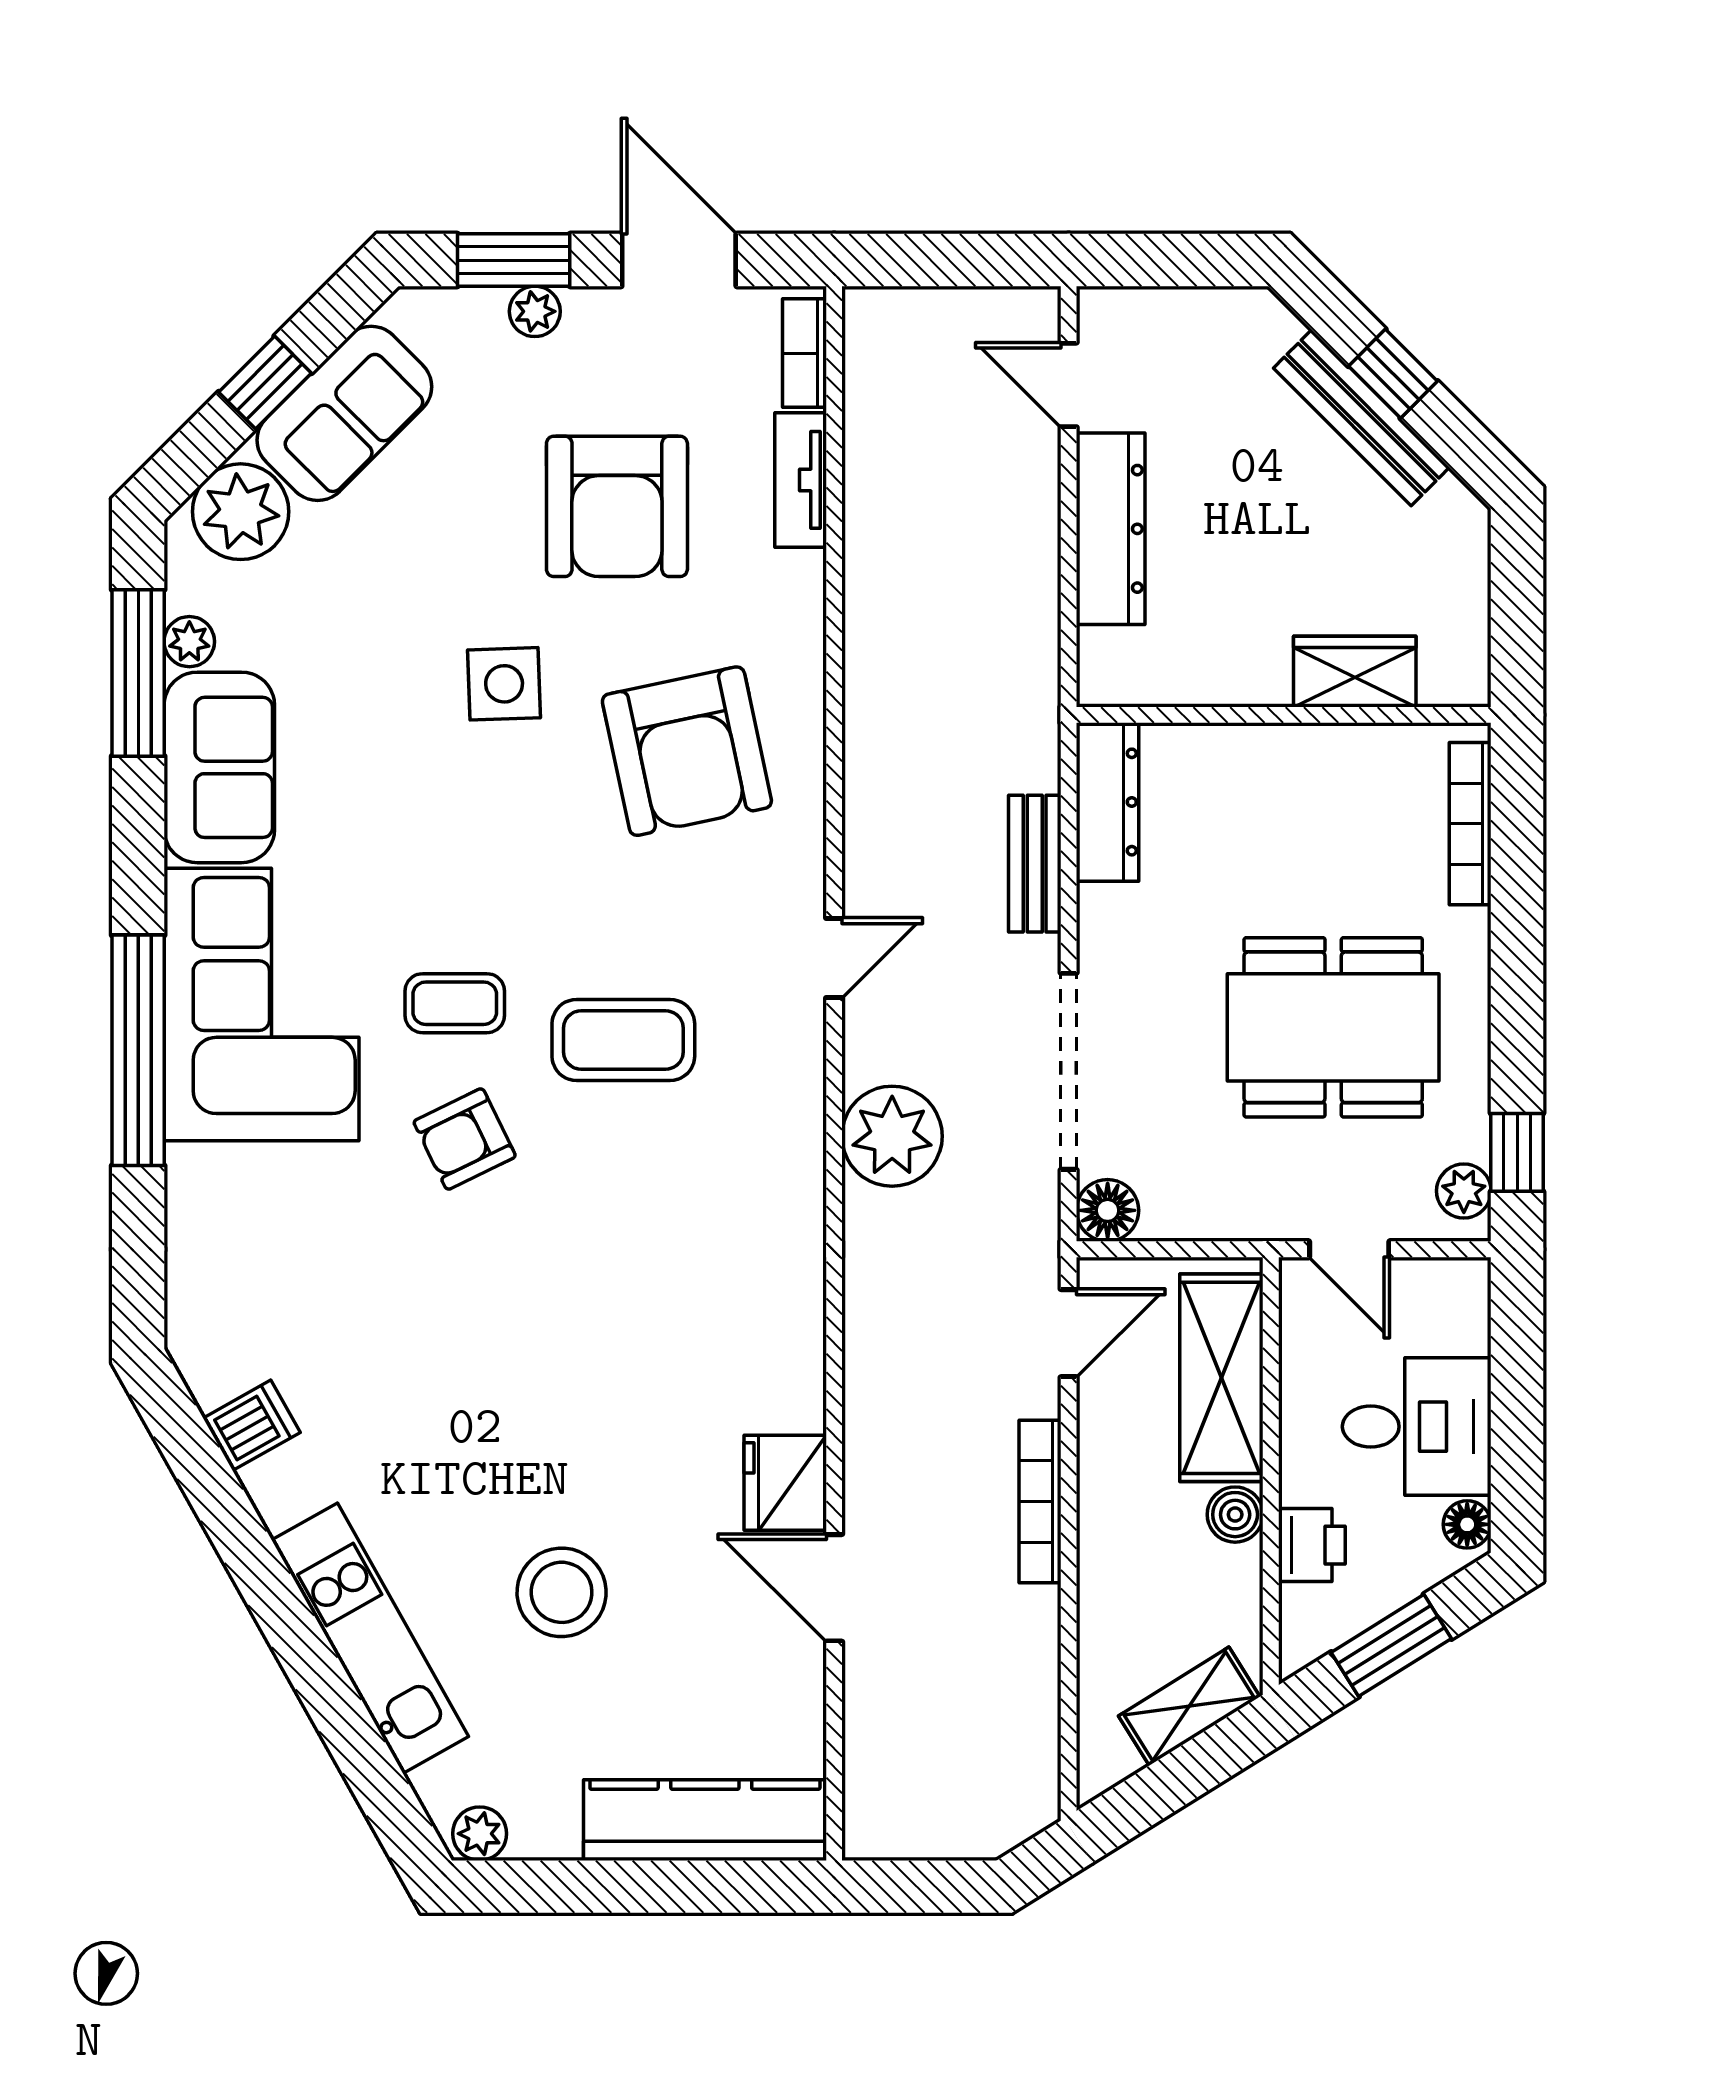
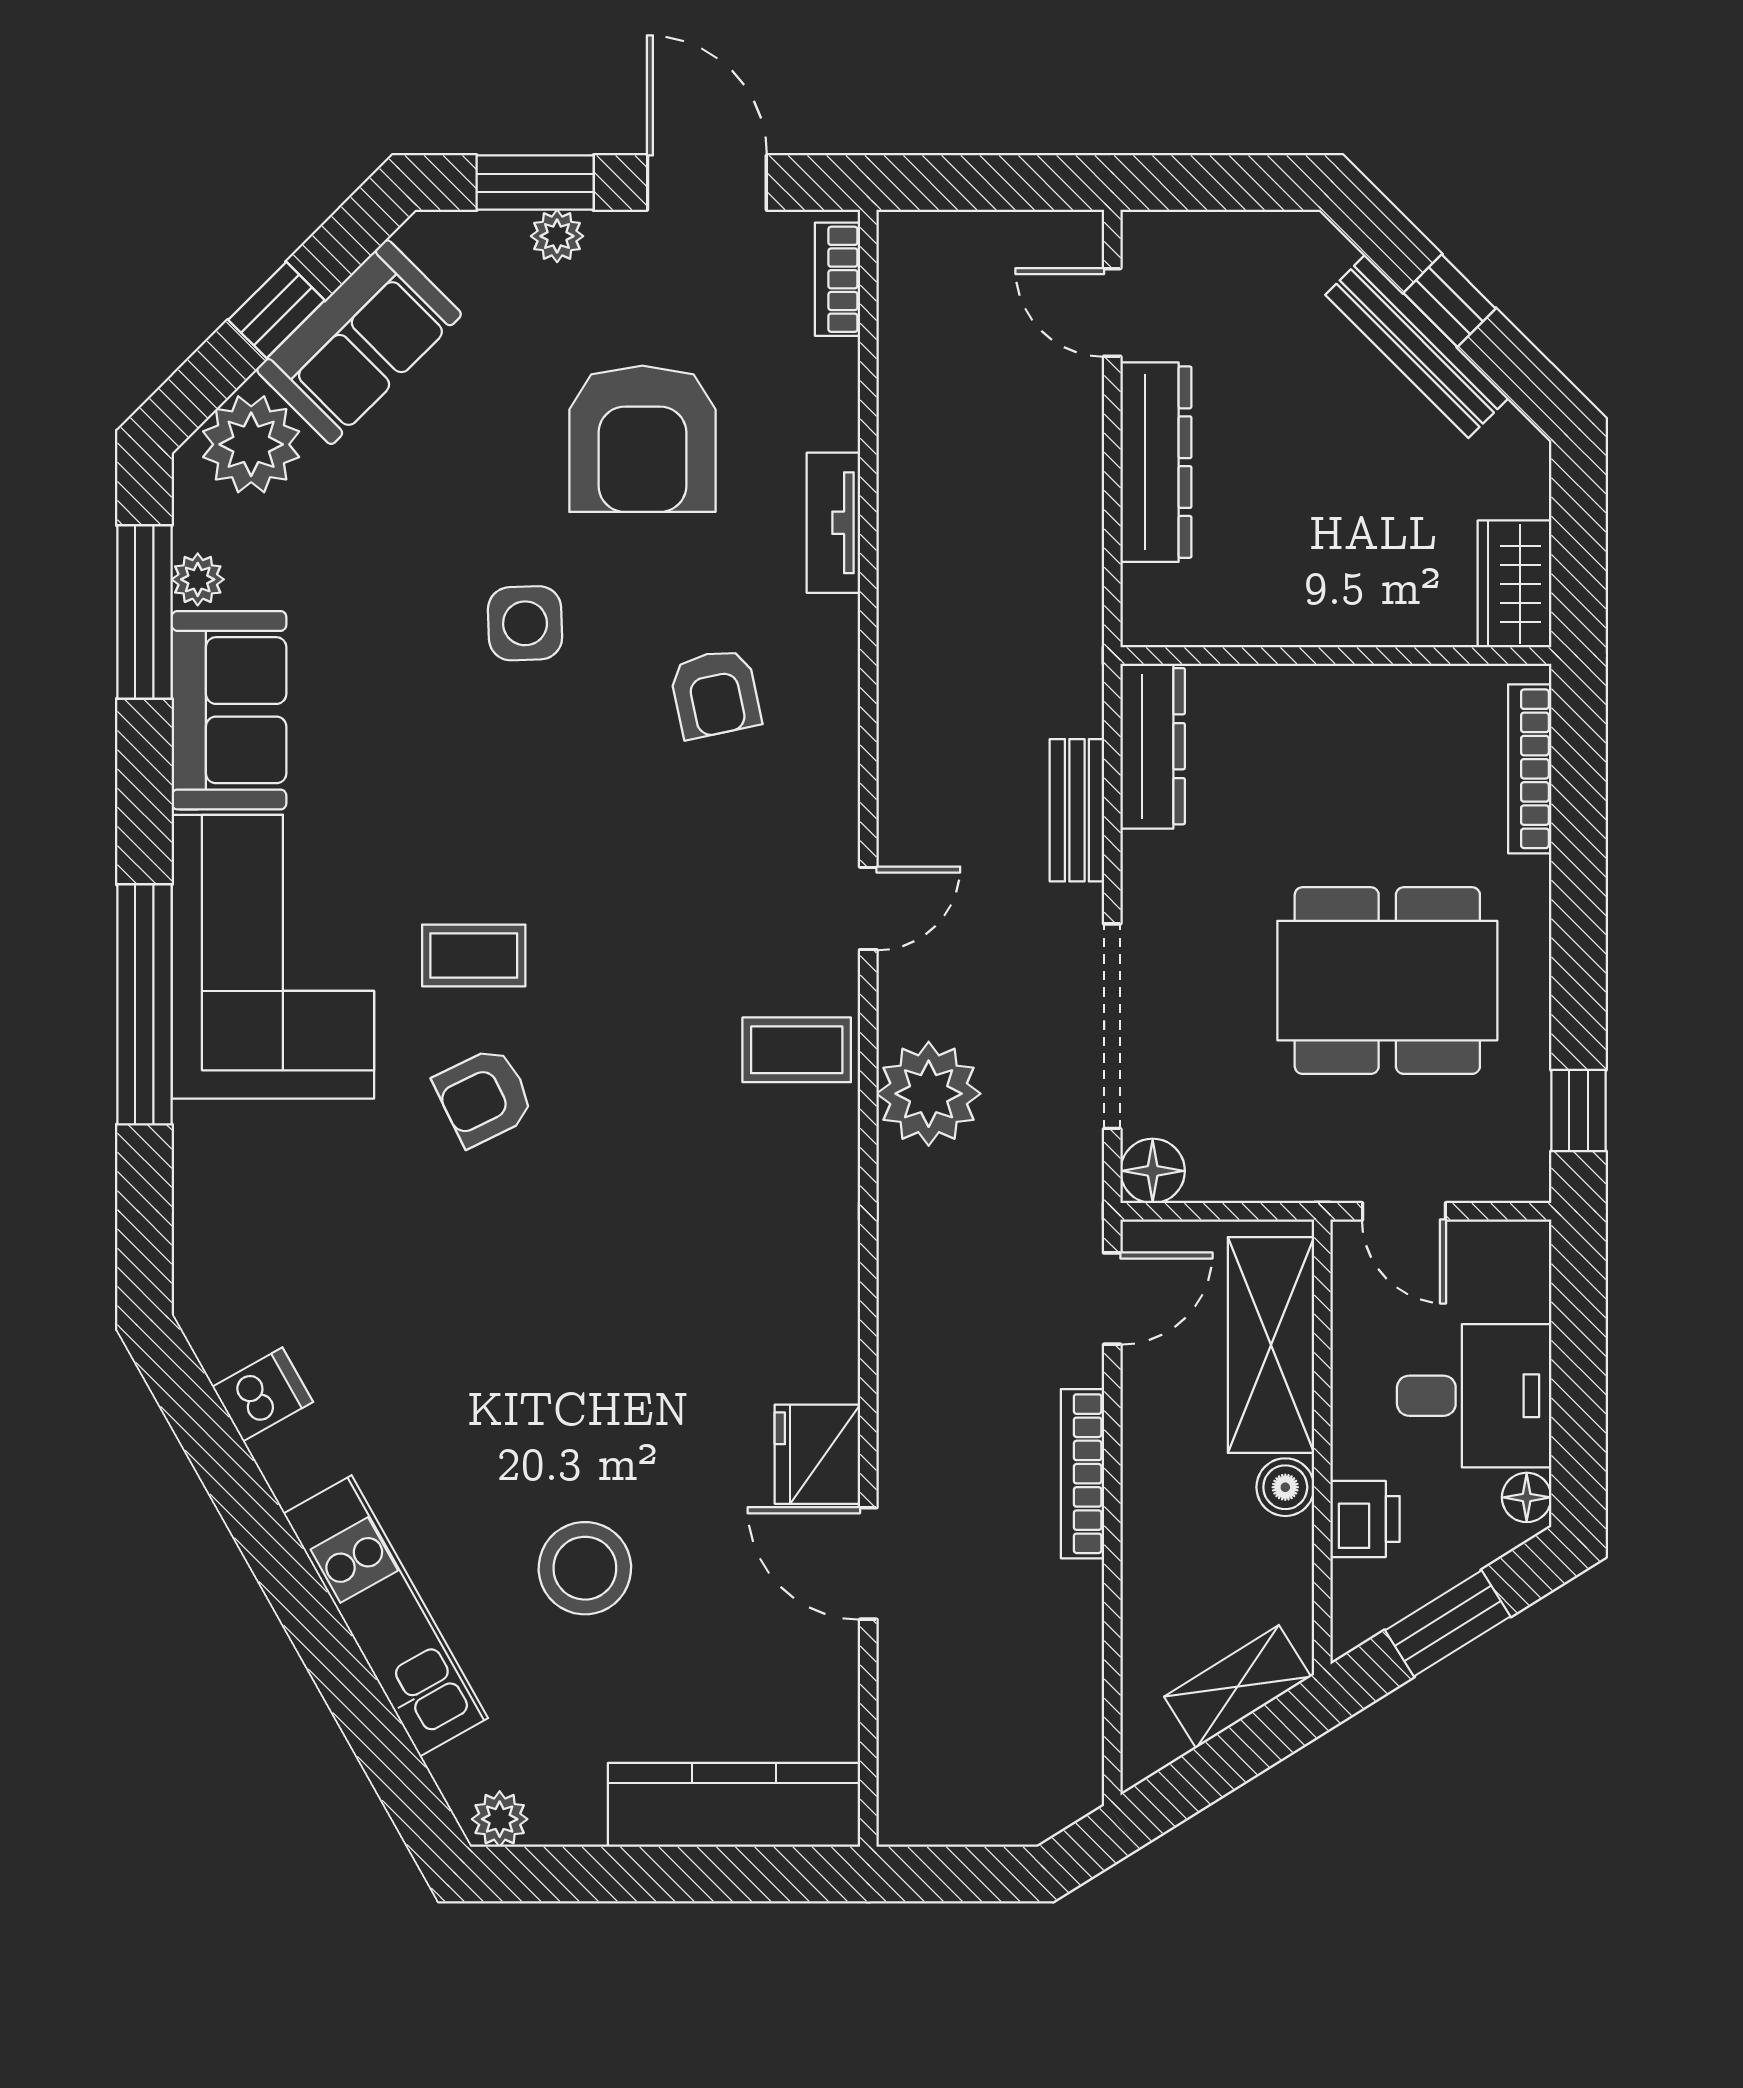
tv unit: (801, 480) -> (833, 523), moved
wardrobe: (1355, 672) -> (1515, 584), moved, turned -90
armchair: (687, 751) -> (715, 693), width x0.53, depth x0.53
coffee table: (623, 1040) -> (797, 1050), moved, width x0.73, depth x0.77
plant: (1464, 1191) -> (1523, 1151), removed

